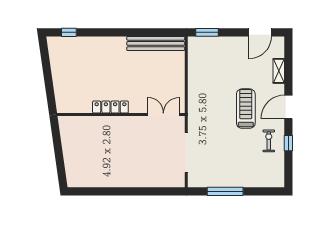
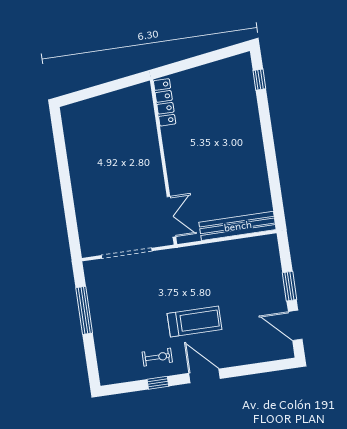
window: (207, 32) -> (290, 286), moved
bench: (156, 43) -> (238, 226), moved, turned 90
shelving: (279, 71) -> (249, 357), removed
locker: (110, 107) -> (165, 102), moved

